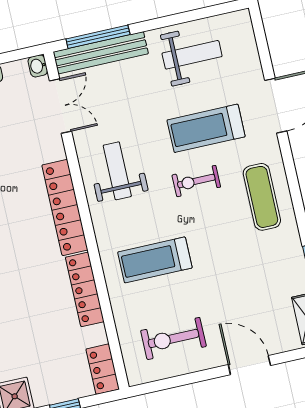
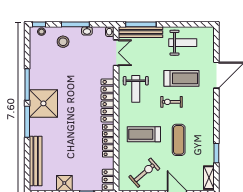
treadmill: (206, 128) -> (182, 78), turned 180
weight bench: (117, 171) -> (136, 89), turned 180
exercise mat: (262, 197) -> (179, 140), moved
exercise bike: (173, 338) -> (144, 173), turned 139

